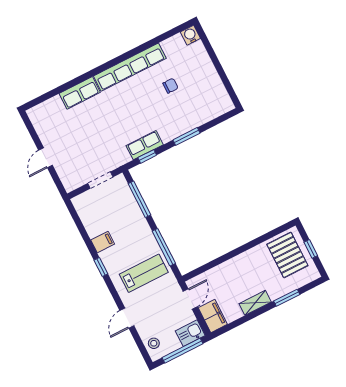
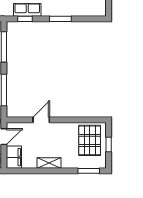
door: (222, 259) -> (41, 120), added
window: (287, 298) -> (89, 171), moved

